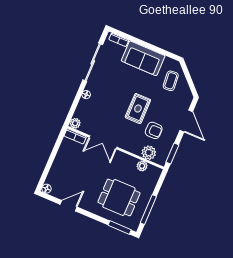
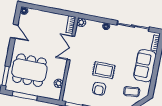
armchair: (154, 130) -> (99, 89), moved
plant: (149, 153) -> (70, 86), removed
dining table: (119, 197) -> (29, 70), width x1.37

